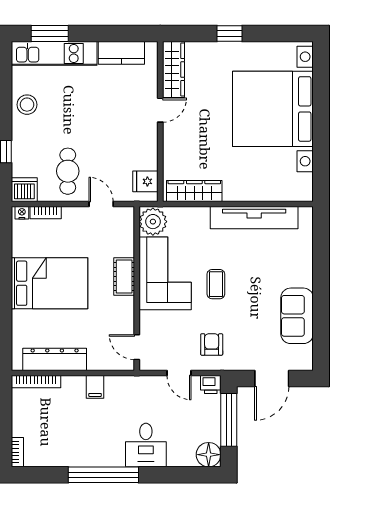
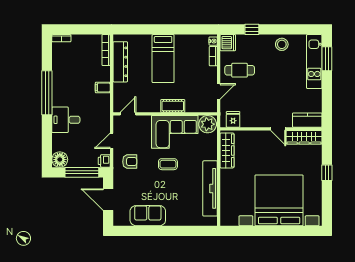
kitchen counter: (121, 53) -> (307, 120), moved, turned 90
bed: (49, 283) -> (163, 59), width x0.67

